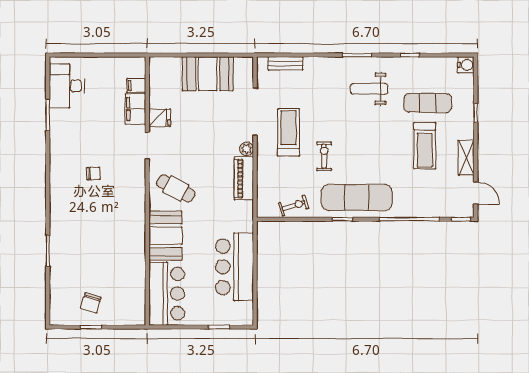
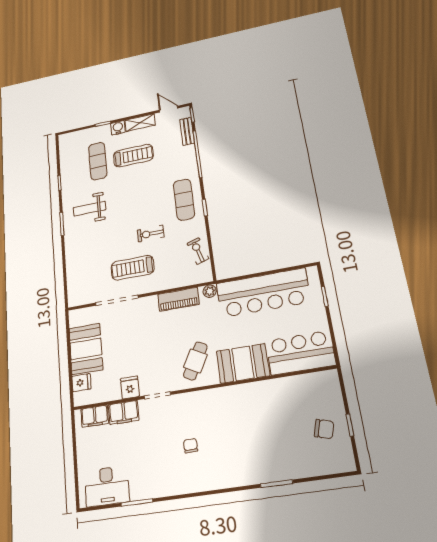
bench: (285, 63) -> (187, 131), moved
water cooler: (466, 65) -> (118, 128), moved
fridge: (173, 67) -> (81, 383), added
filing cabinet: (136, 85) -> (95, 416), width x2.00
weight bench: (369, 89) -> (89, 209), turned 90
plant: (247, 149) -> (210, 291), moved
door: (476, 193) -> (169, 109), hinge flipped
exercise mat: (357, 198) -> (184, 200), width x0.73, depth x0.69
bar counter: (235, 267) -> (263, 293), width x1.36

